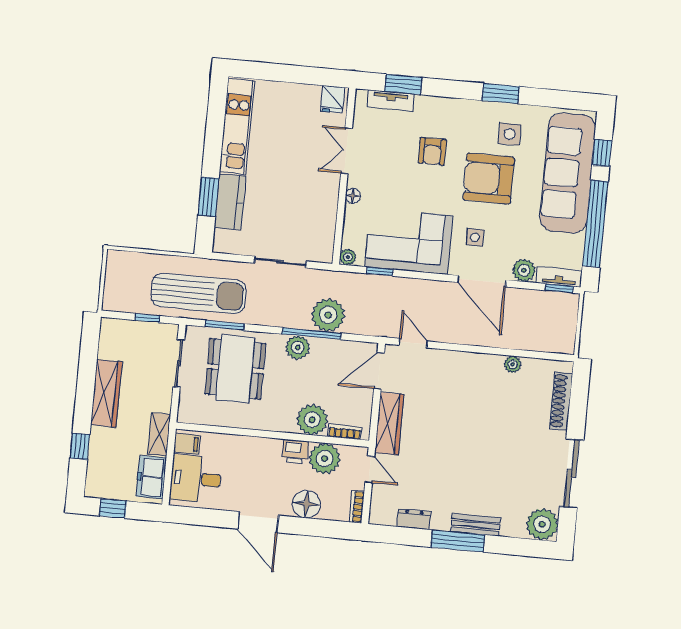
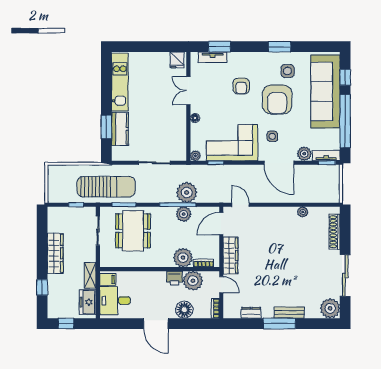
armchair: (489, 179) -> (277, 99), turned -90
plant: (298, 347) -> (184, 214), moved

